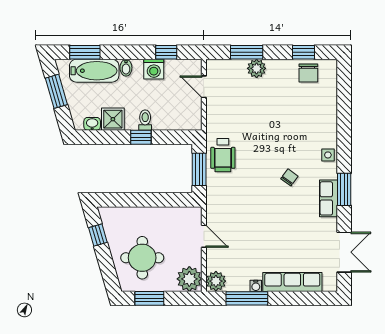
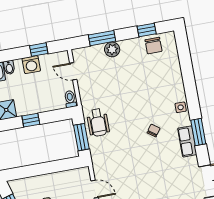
toilet: (145, 120) -> (70, 99), moved

